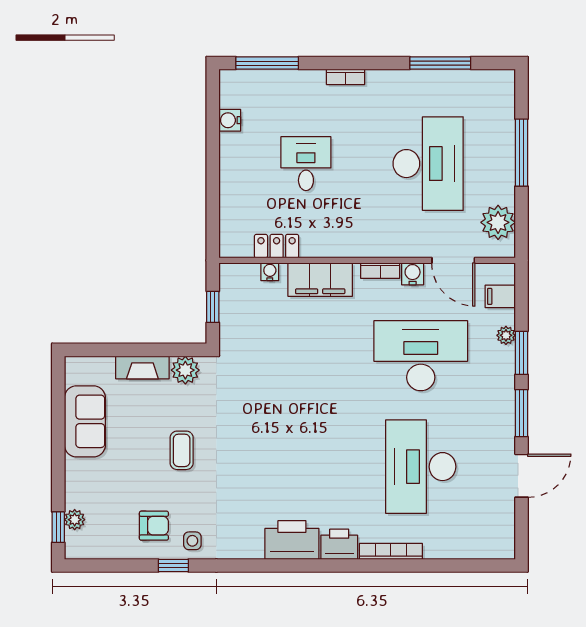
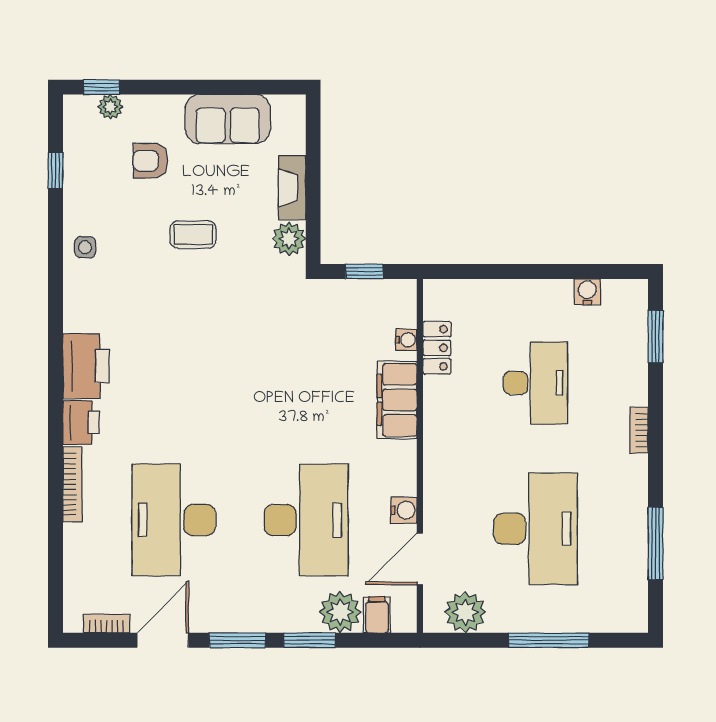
window: (267, 63) -> (656, 337), width x0.69
desk: (306, 164) -> (536, 383), width x1.37
desk: (428, 164) -> (536, 529), turned -90
bookcase: (380, 271) -> (106, 624), moved, turned 90
plant: (506, 335) -> (340, 612), width x1.88, depth x1.88
desk: (421, 467) -> (174, 520), turned -90
door: (521, 476) -> (163, 640), swing flipped
armchair: (154, 526) -> (151, 161), moved, turned 90
window: (173, 566) -> (56, 170), moved

